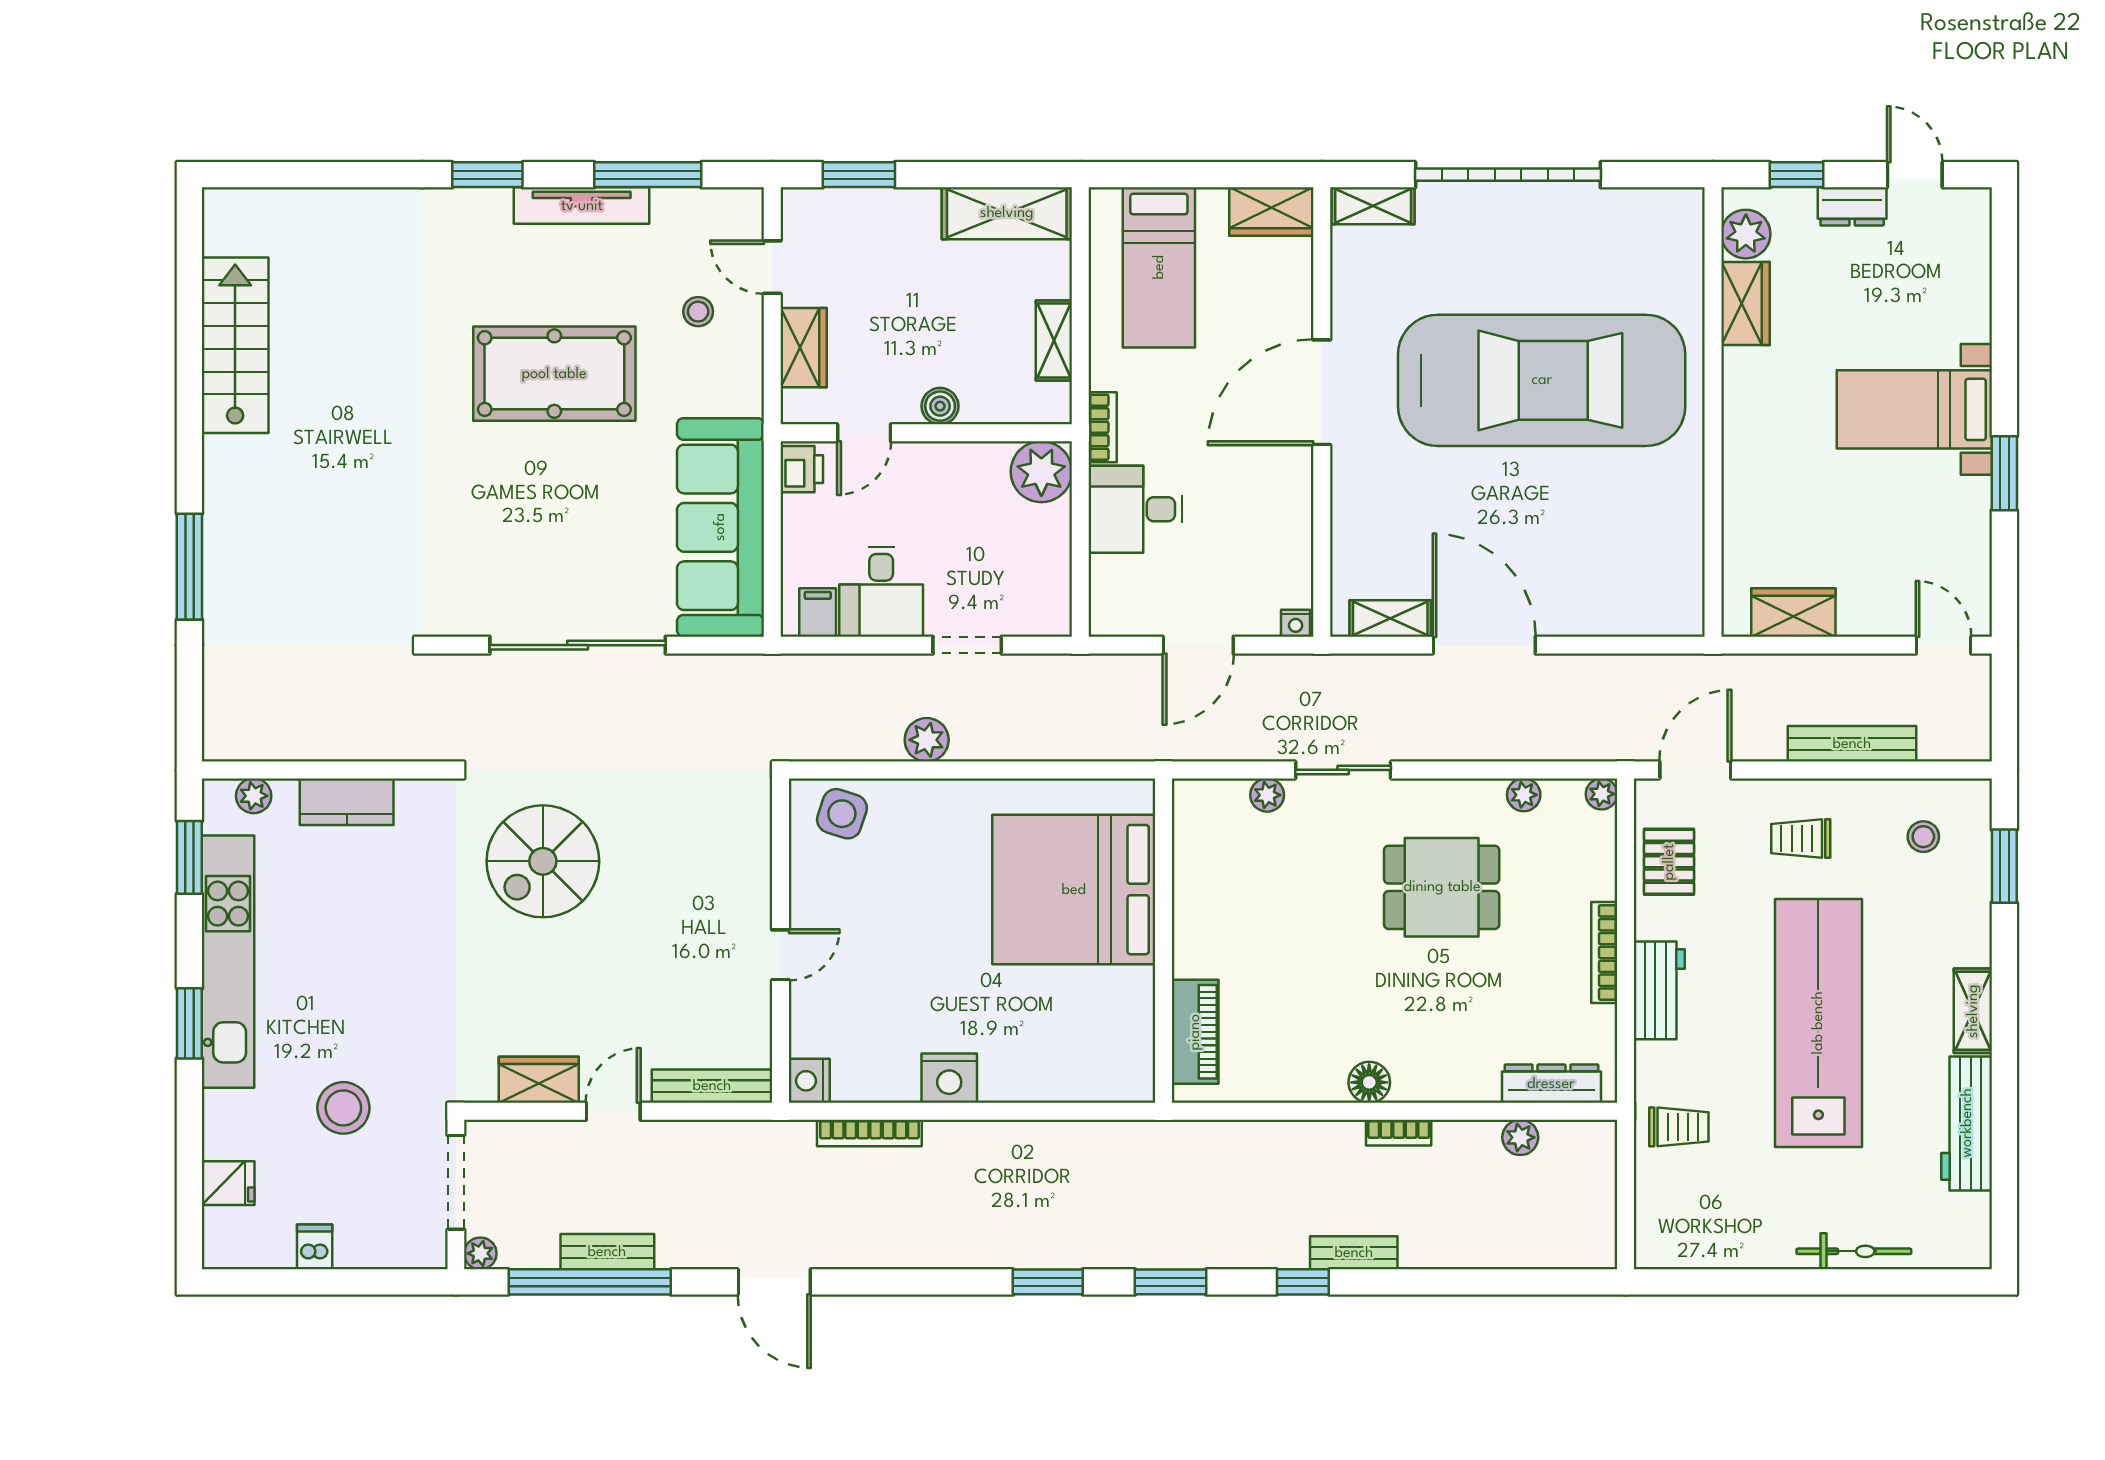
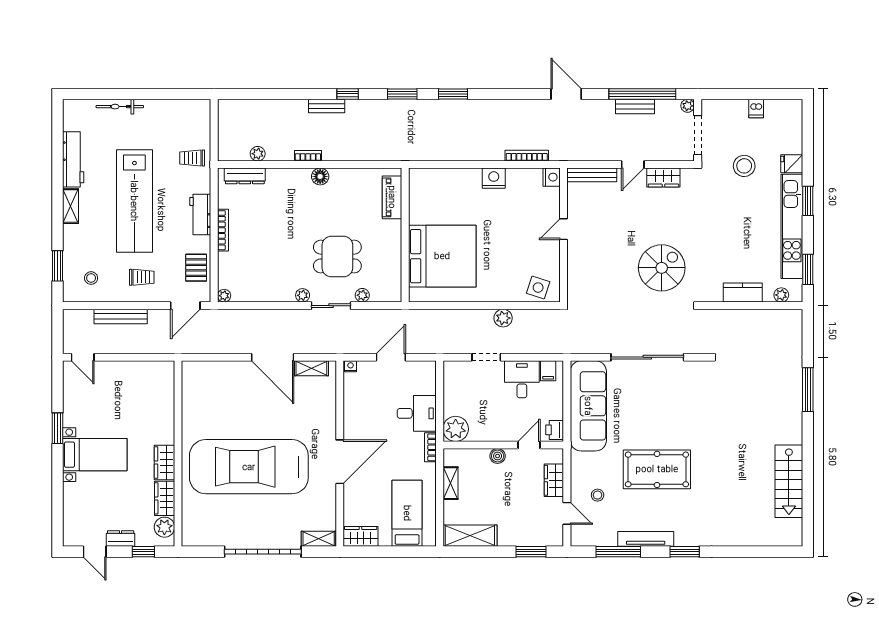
wardrobe: (1793, 612) -> (165, 462), moved, turned 90
plant: (1524, 795) -> (303, 295), moved
dining table: (1442, 887) -> (337, 257), moved
fridge: (228, 1183) -> (792, 164), moved

